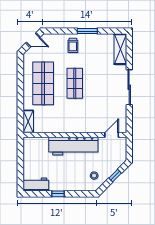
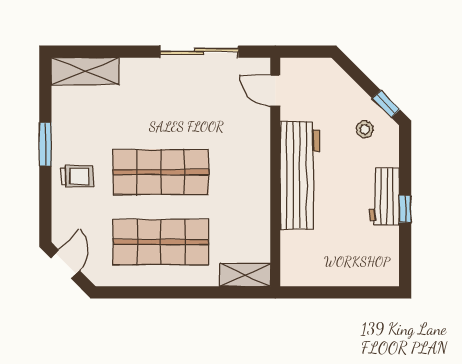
shop shelf: (75, 83) -> (161, 172), width x1.43, depth x1.36
sliding door: (129, 87) -> (199, 52), moved
window: (115, 176) -> (386, 104), moved
workbench: (36, 185) -> (385, 197), moved

